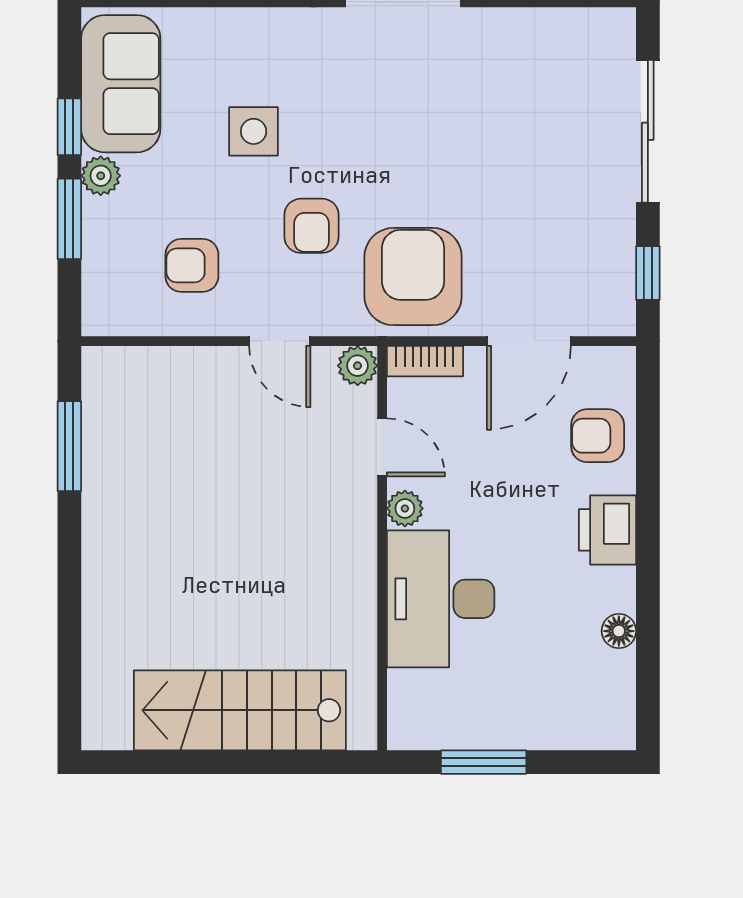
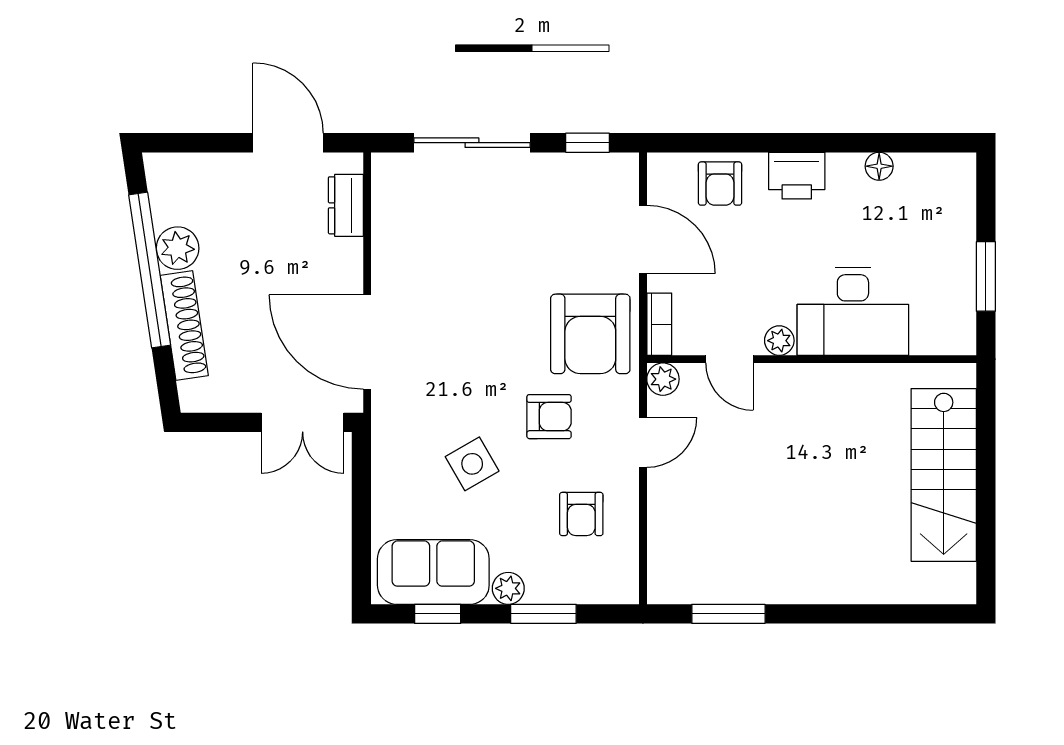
window: (69, 127) -> (438, 614), moved
side table: (254, 131) -> (472, 464), turned -30
armchair: (413, 277) -> (590, 334), turned -90
door: (382, 447) -> (730, 359), swing flipped

